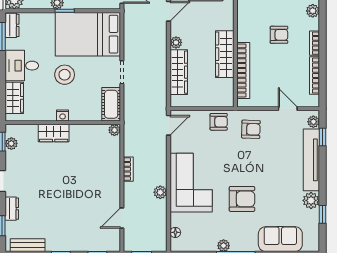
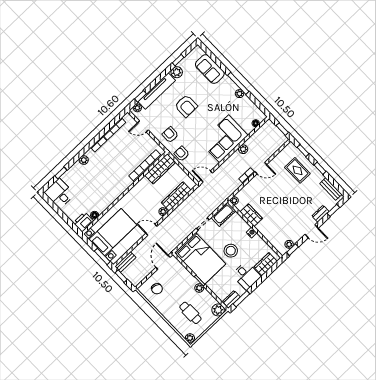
armchair: (279, 35) -> (111, 165), removed
wardrobe: (225, 54) -> (160, 169), moved
door: (288, 109) -> (143, 126), hinge flipped
wardrobe: (54, 133) -> (251, 215), moved
armchair: (242, 199) -> (186, 106), moved, turned 180
door: (122, 218) -> (261, 168), moved
rug: (82, 229) -> (297, 170), added

